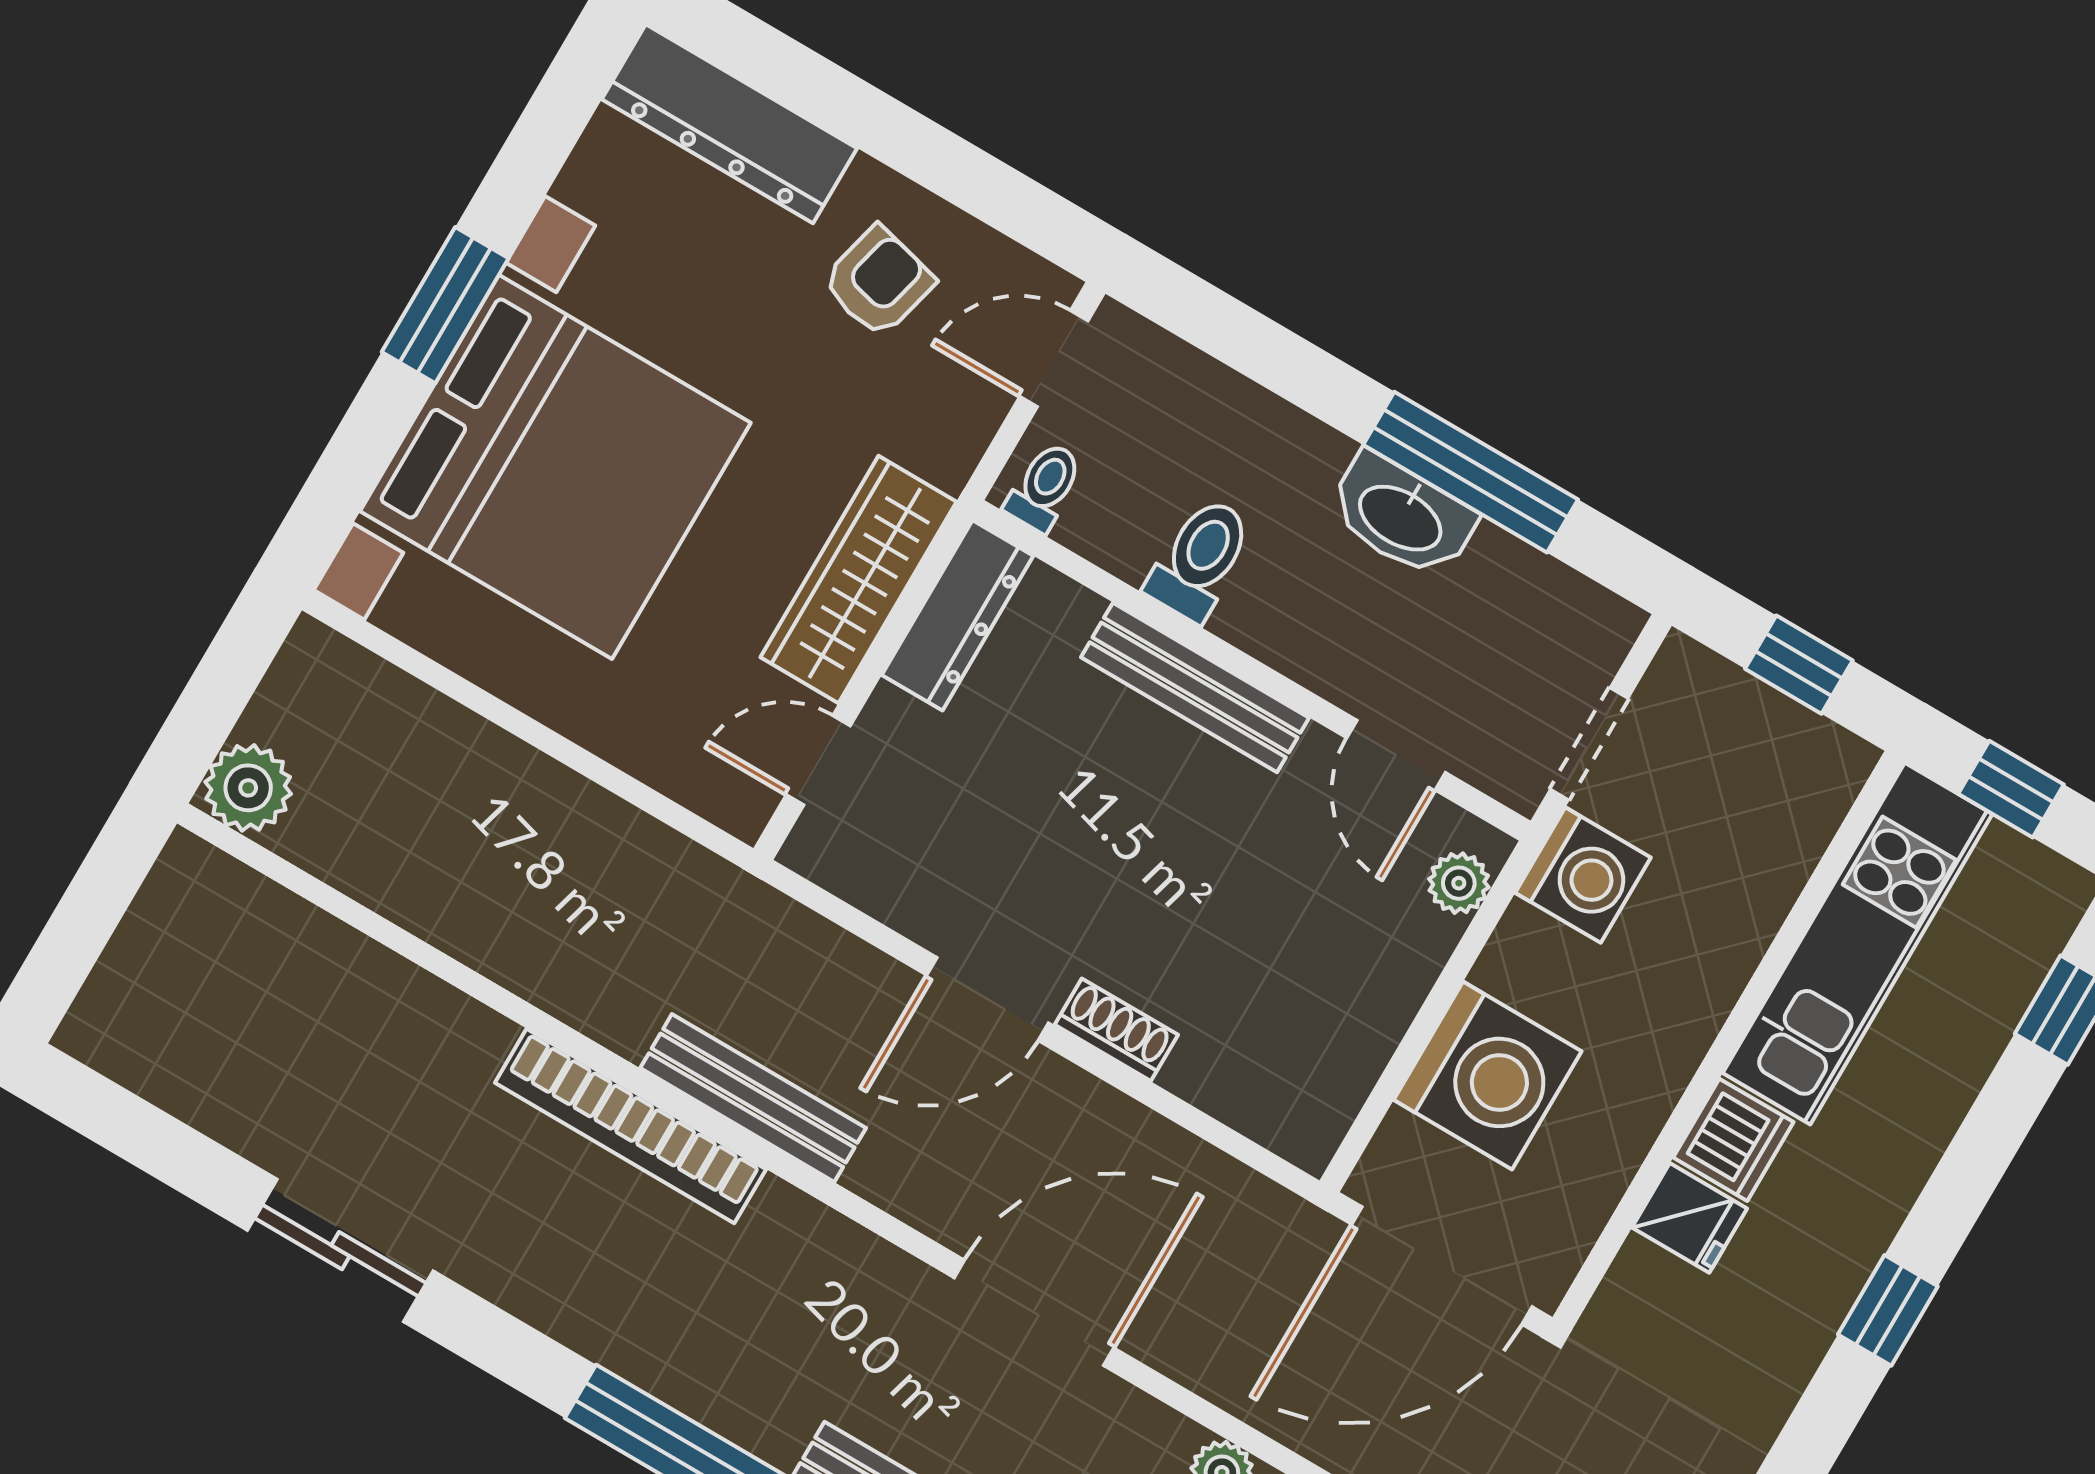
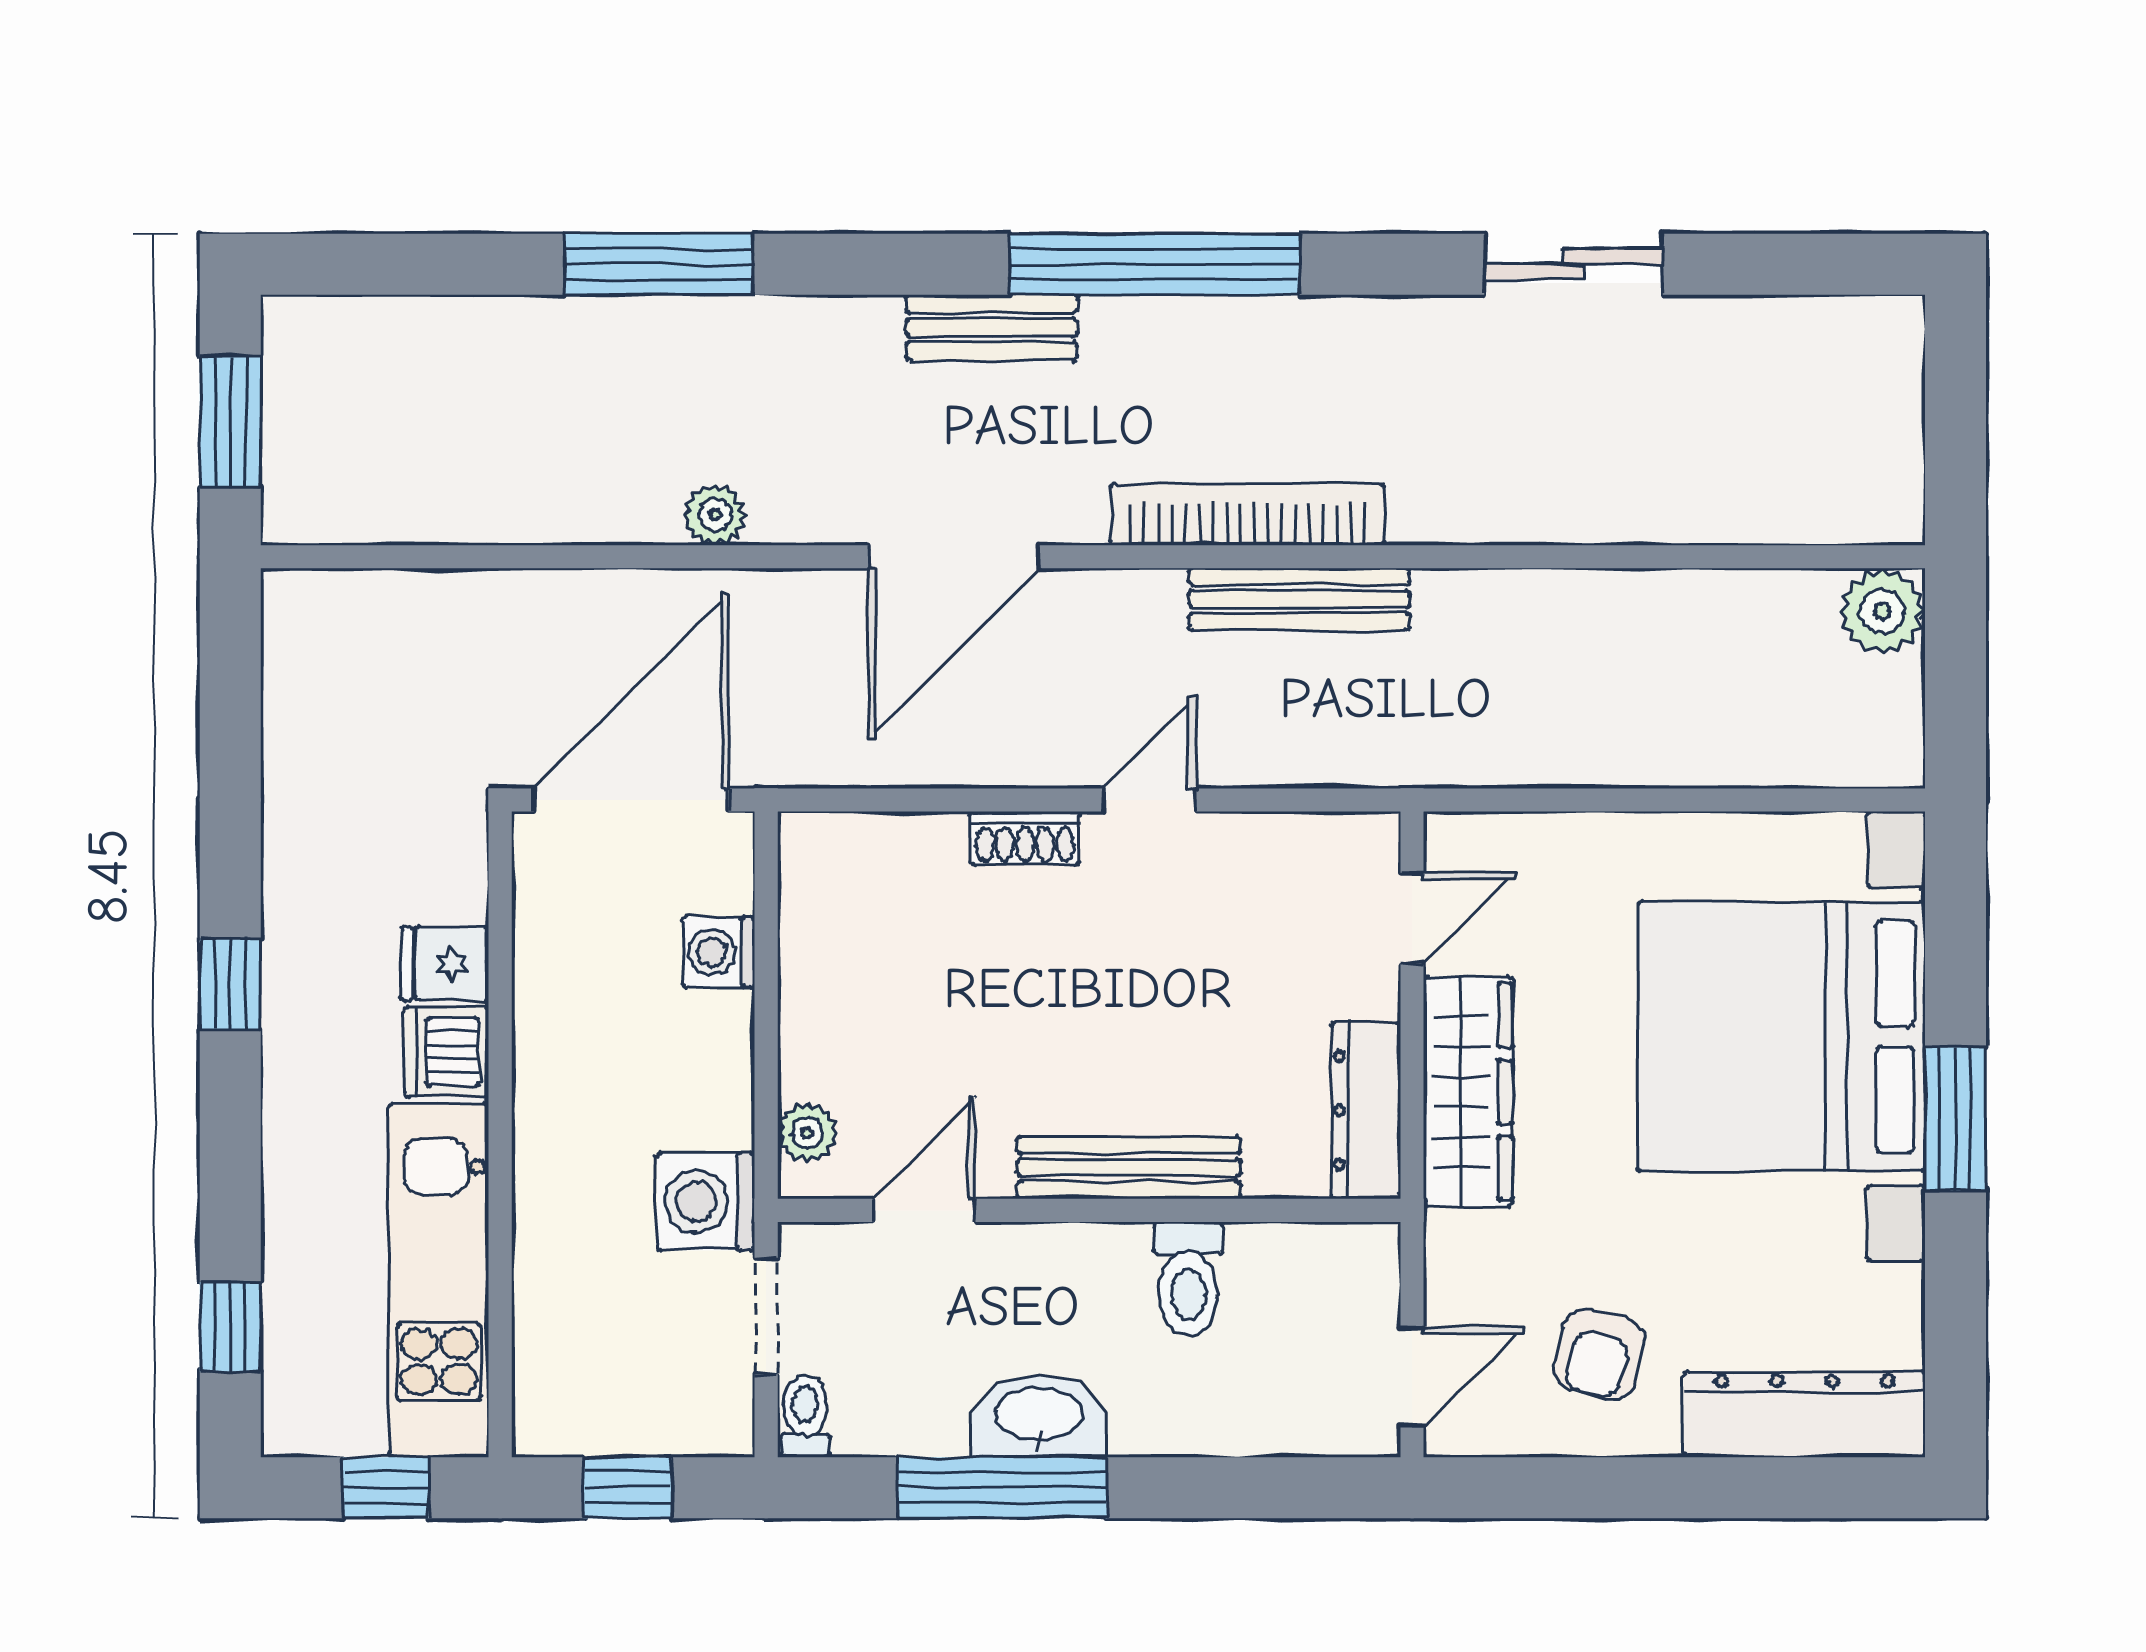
toilet: (1044, 487) -> (805, 1416), moved, turned 180
door: (1396, 755) -> (924, 1210), hinge flipped
door: (988, 999) -> (1150, 800), width x0.73
washing machine: (1488, 1076) -> (719, 952), width x0.53, depth x0.53
bookcase: (630, 1126) -> (1247, 514), moved

